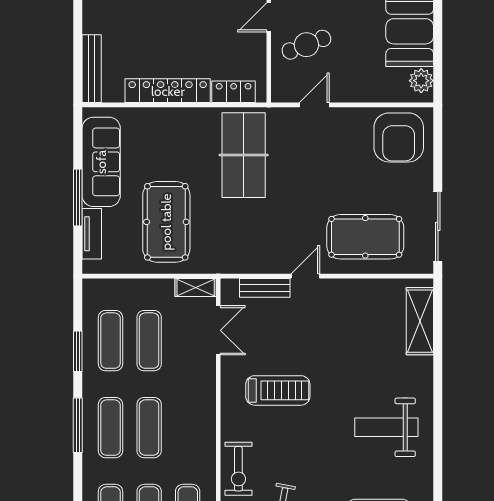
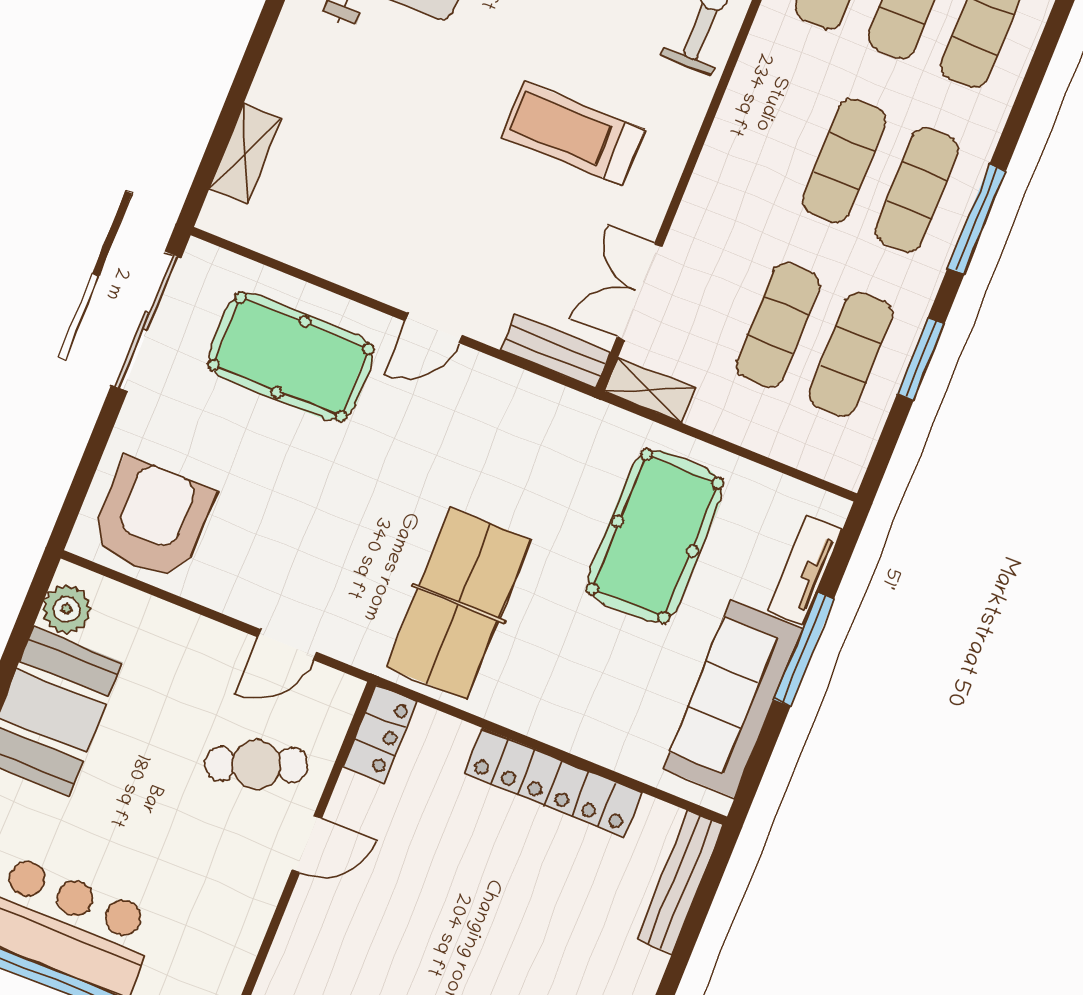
locker: (234, 92) -> (380, 734), moved, turned -90
bench: (265, 288) -> (556, 351), moved
shelving: (420, 321) -> (245, 154), width x0.67, depth x0.75

